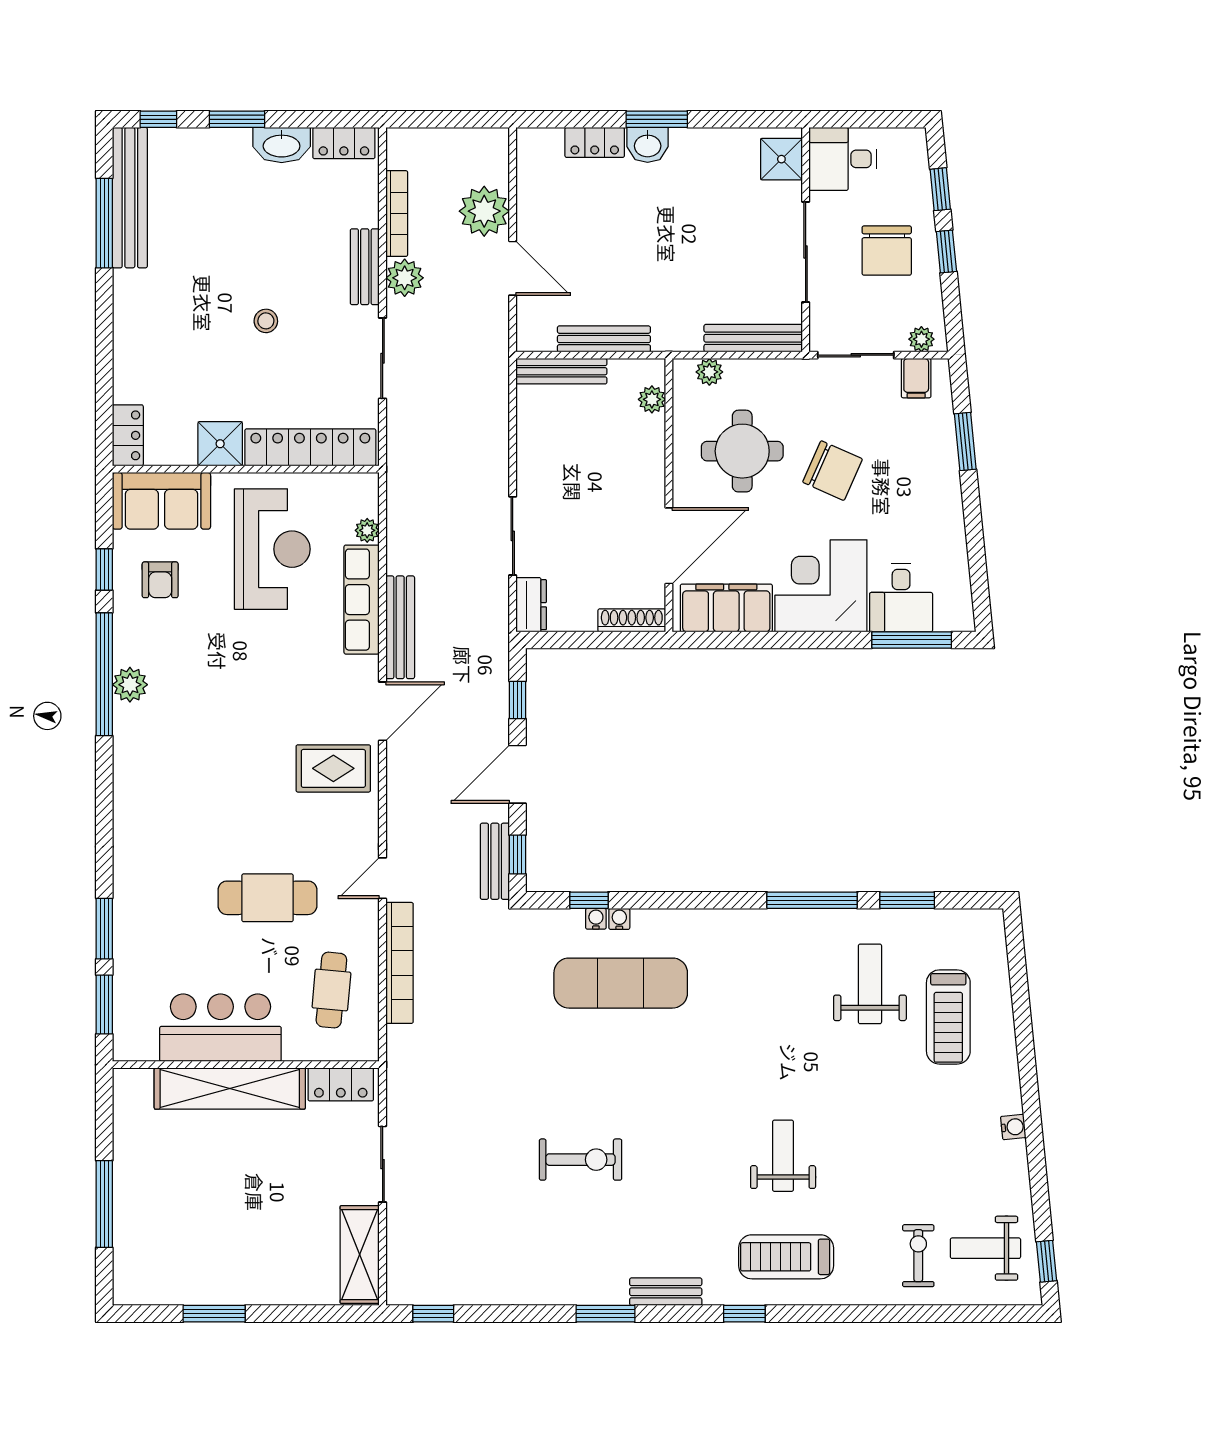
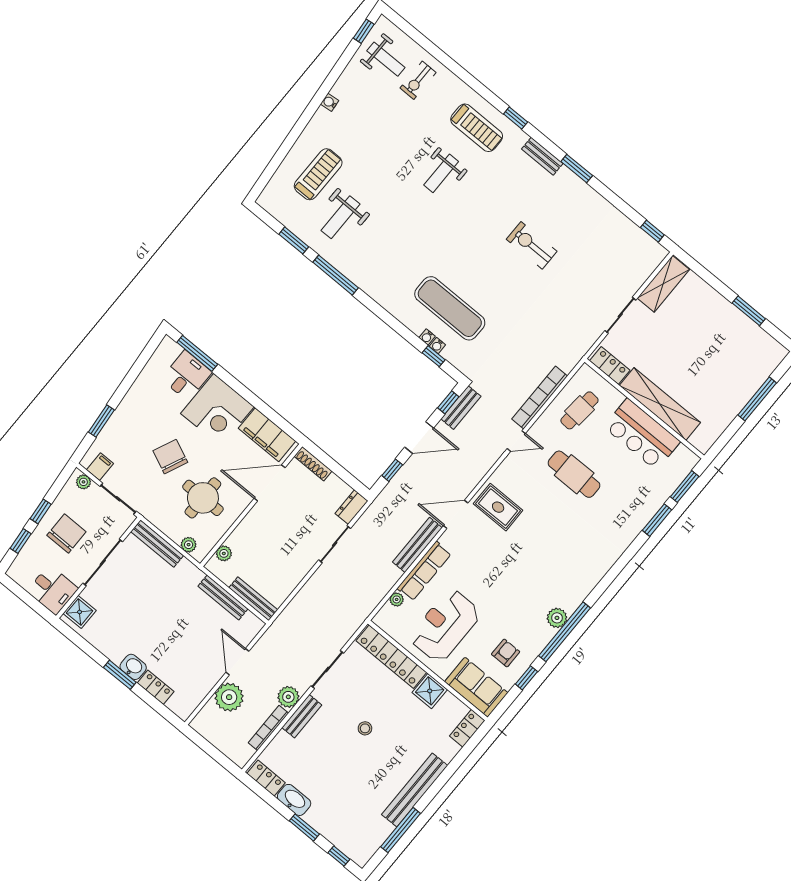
bench: (130, 198) -> (415, 790), moved

